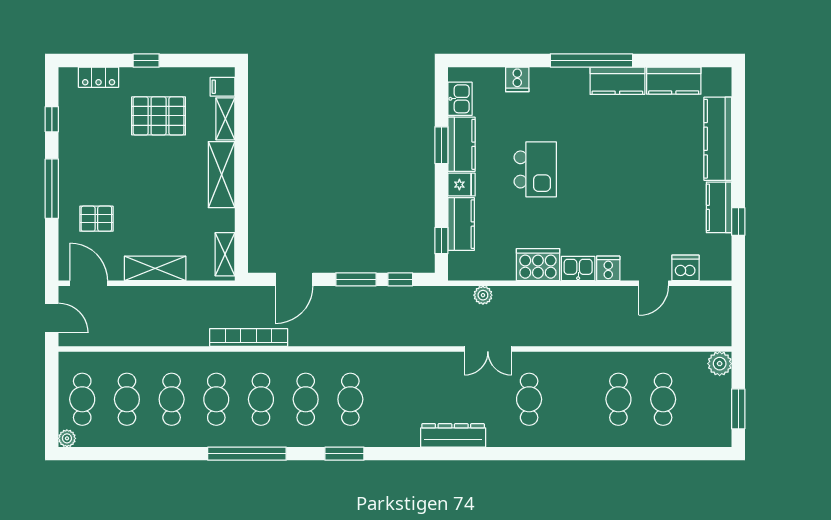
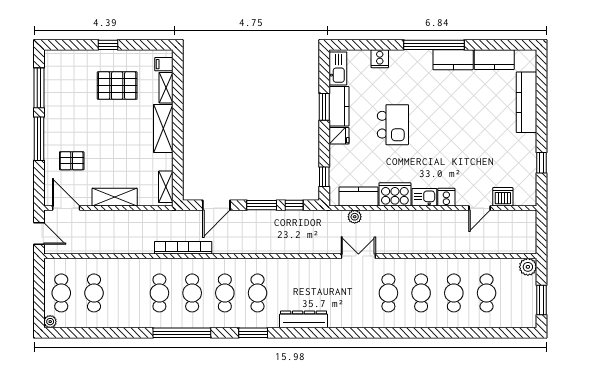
locker: (99, 77) -> (73, 57), removed
kitchen sink: (460, 99) -> (338, 68), width x1.38
window: (52, 119) -> (39, 88), width x2.17
kitchen counter: (719, 207) -> (527, 152), removed
kitchen counter: (461, 224) -> (358, 196), moved, turned -90
double door: (488, 349) -> (358, 256), swing flipped
cafe table: (172, 399) -> (421, 293), moved
dresser: (453, 435) -> (304, 319), moved

